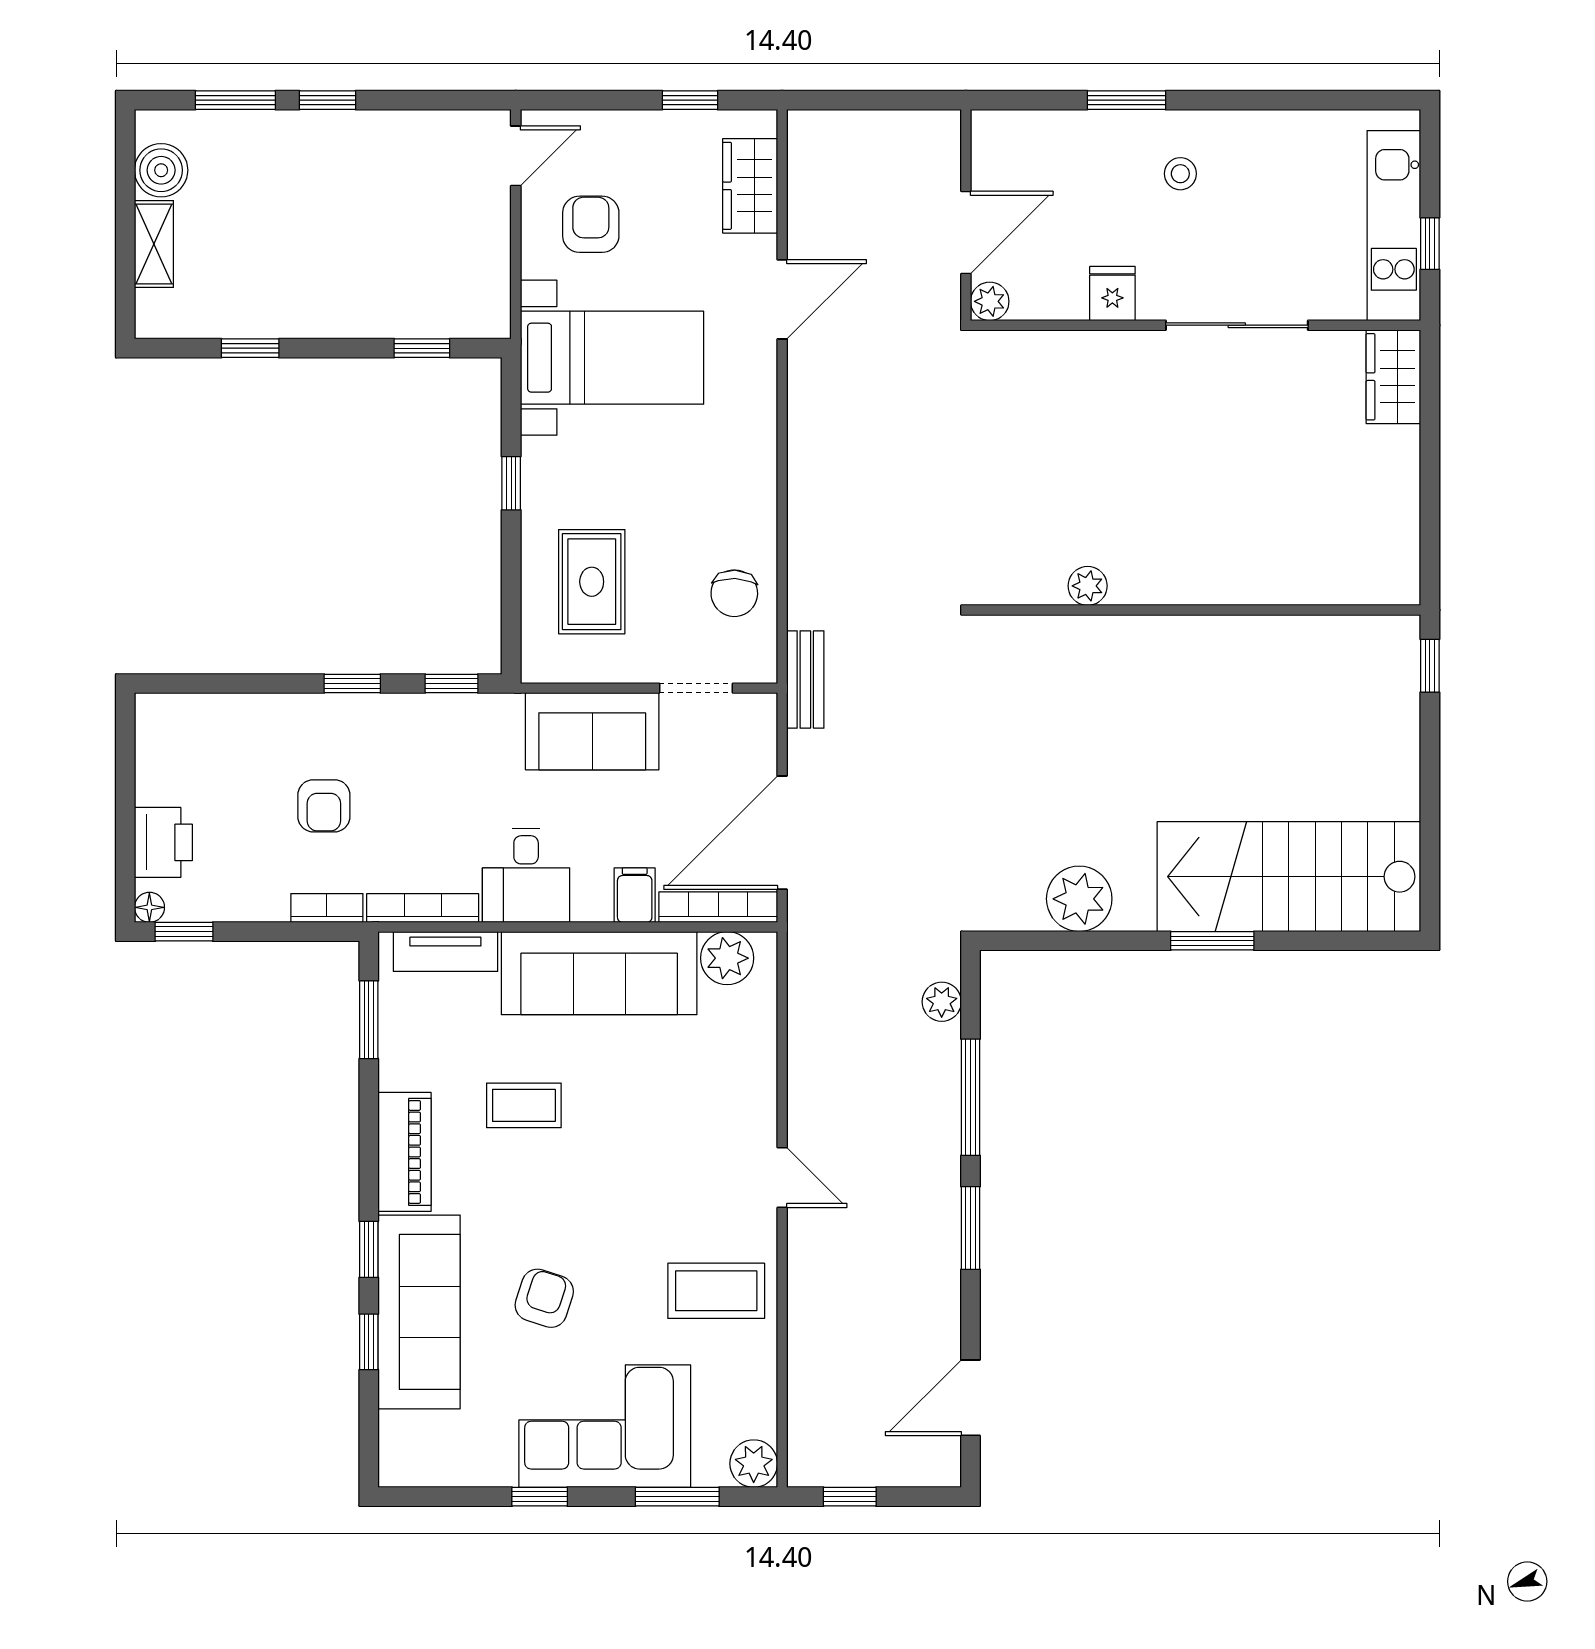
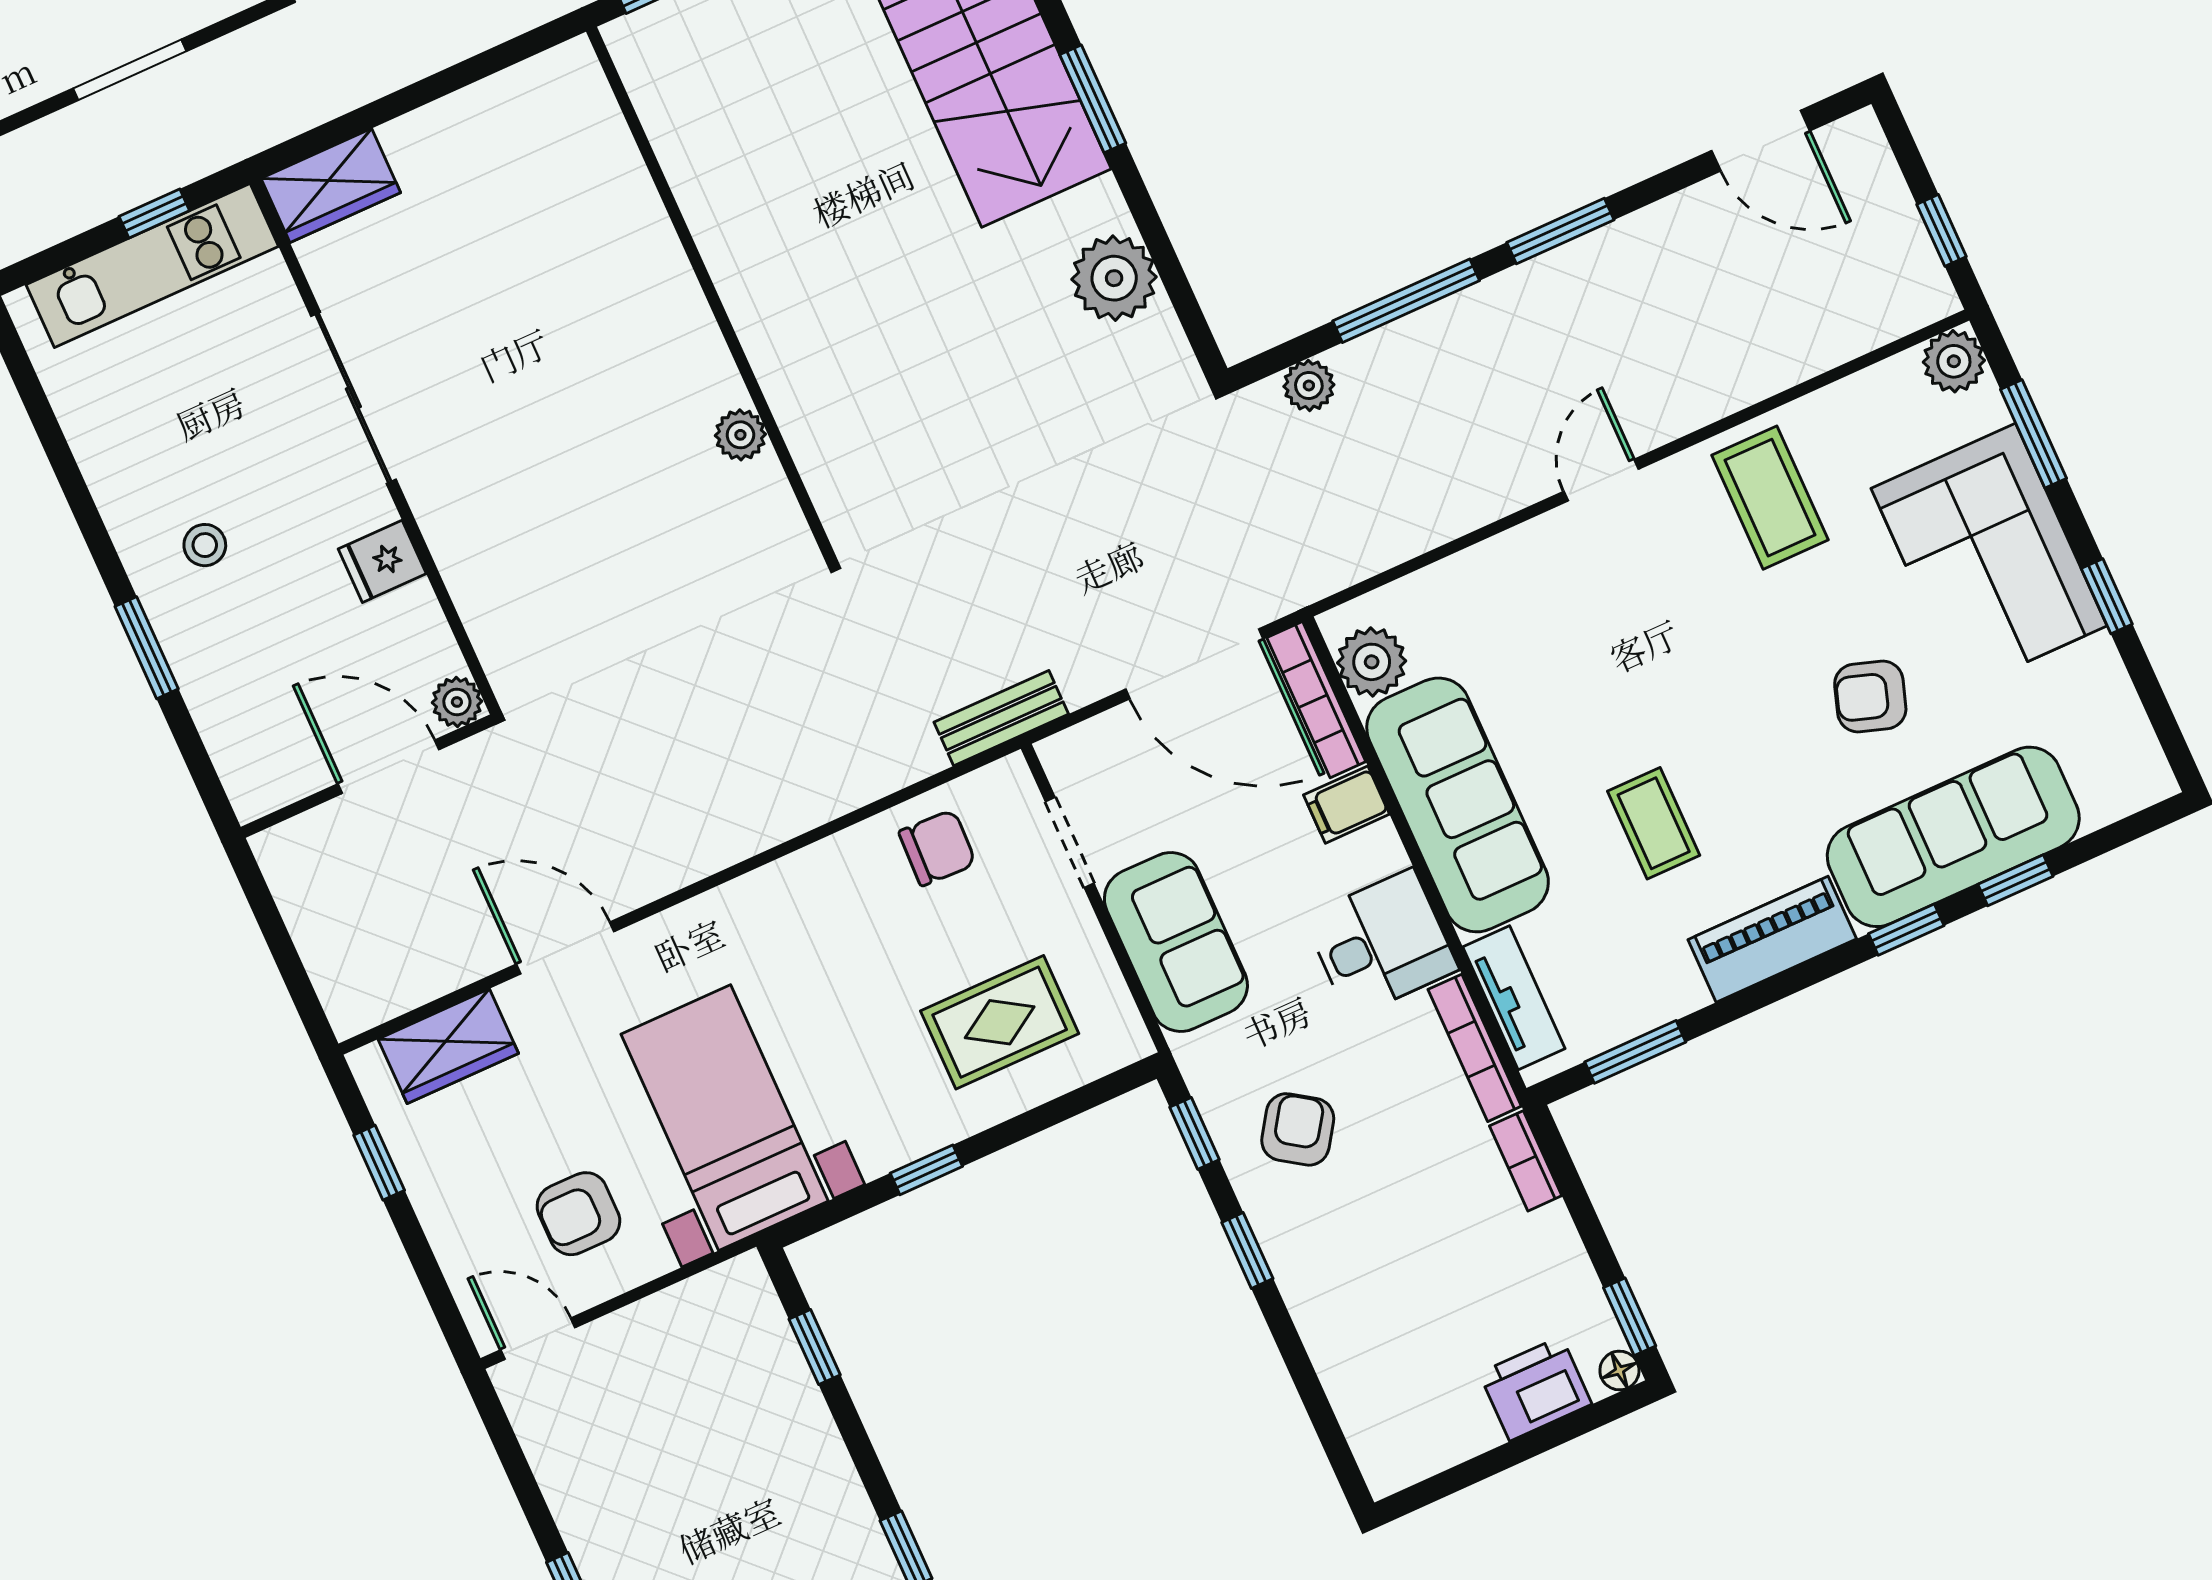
armchair: (324, 806) -> (1298, 1129), moved, turned -56

